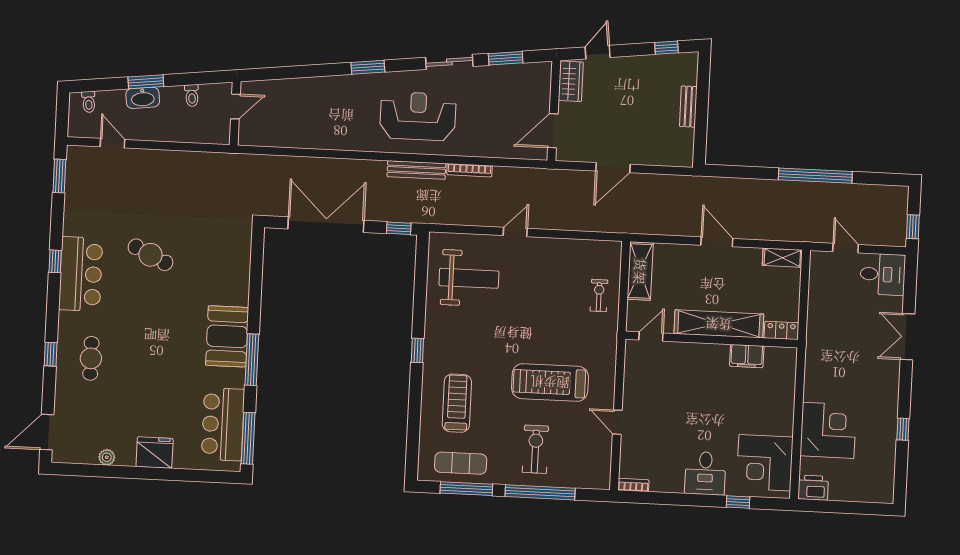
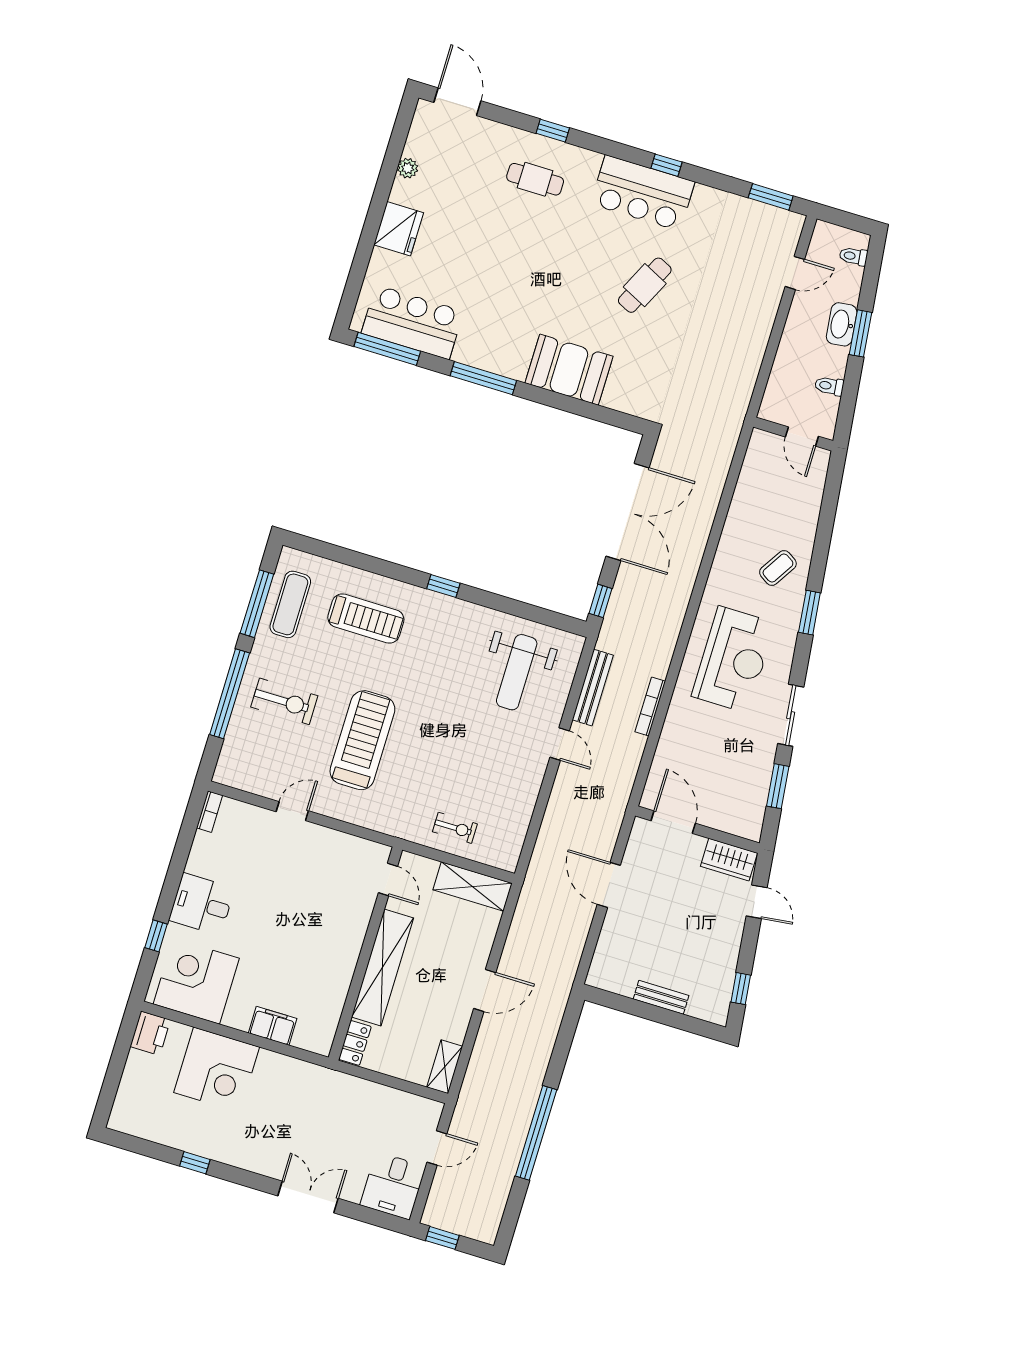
coffee table: (340, 100) -> (778, 568), added
bench: (416, 170) -> (593, 688), moved
booth: (227, 336) -> (569, 370), moved
filing cabinet: (747, 356) -> (273, 1026), moved, turned 90

